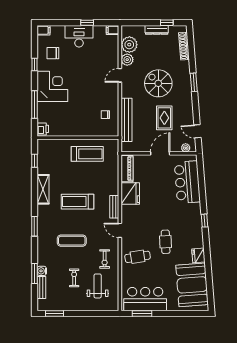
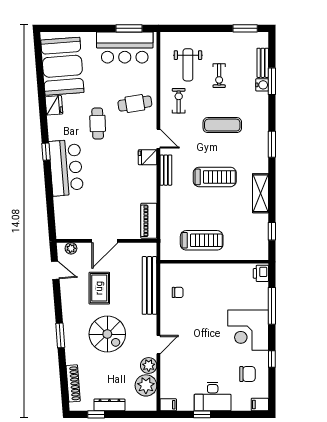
treadmill: (87, 154) -> (202, 240), turned 180
bar counter: (187, 182) -> (66, 168), moved
fridge: (130, 193) -> (148, 157), moved, width x0.53, depth x0.75

